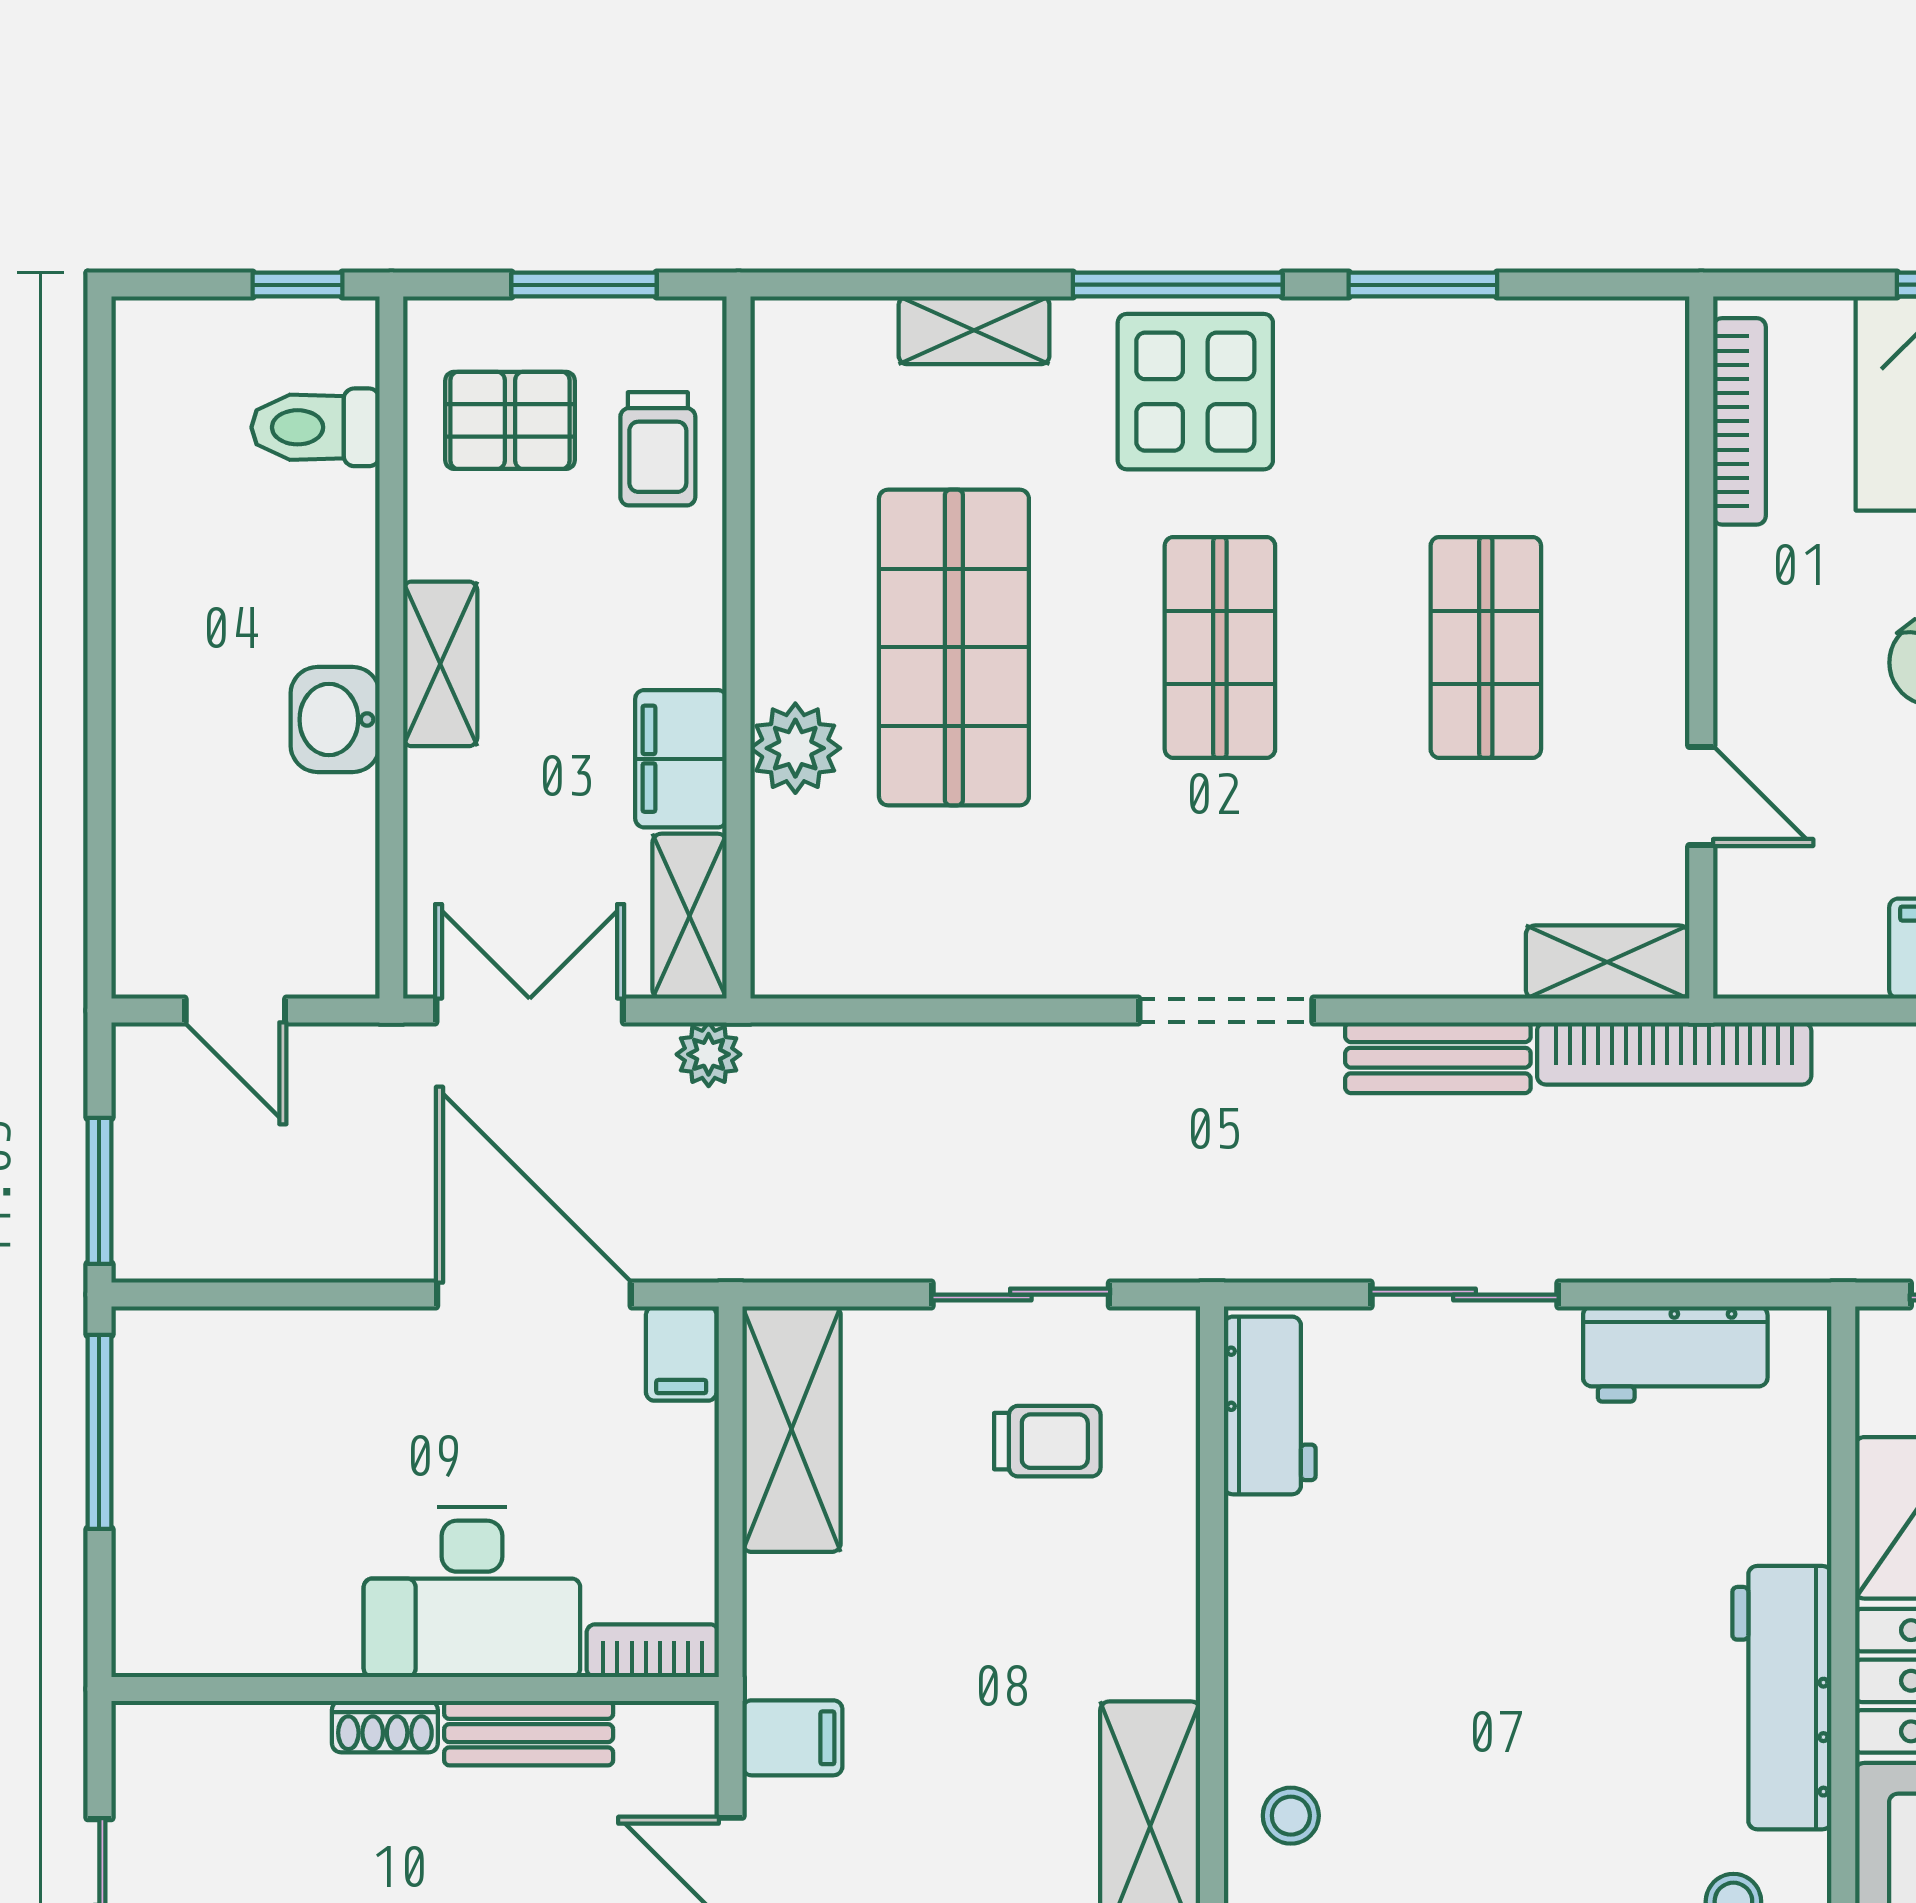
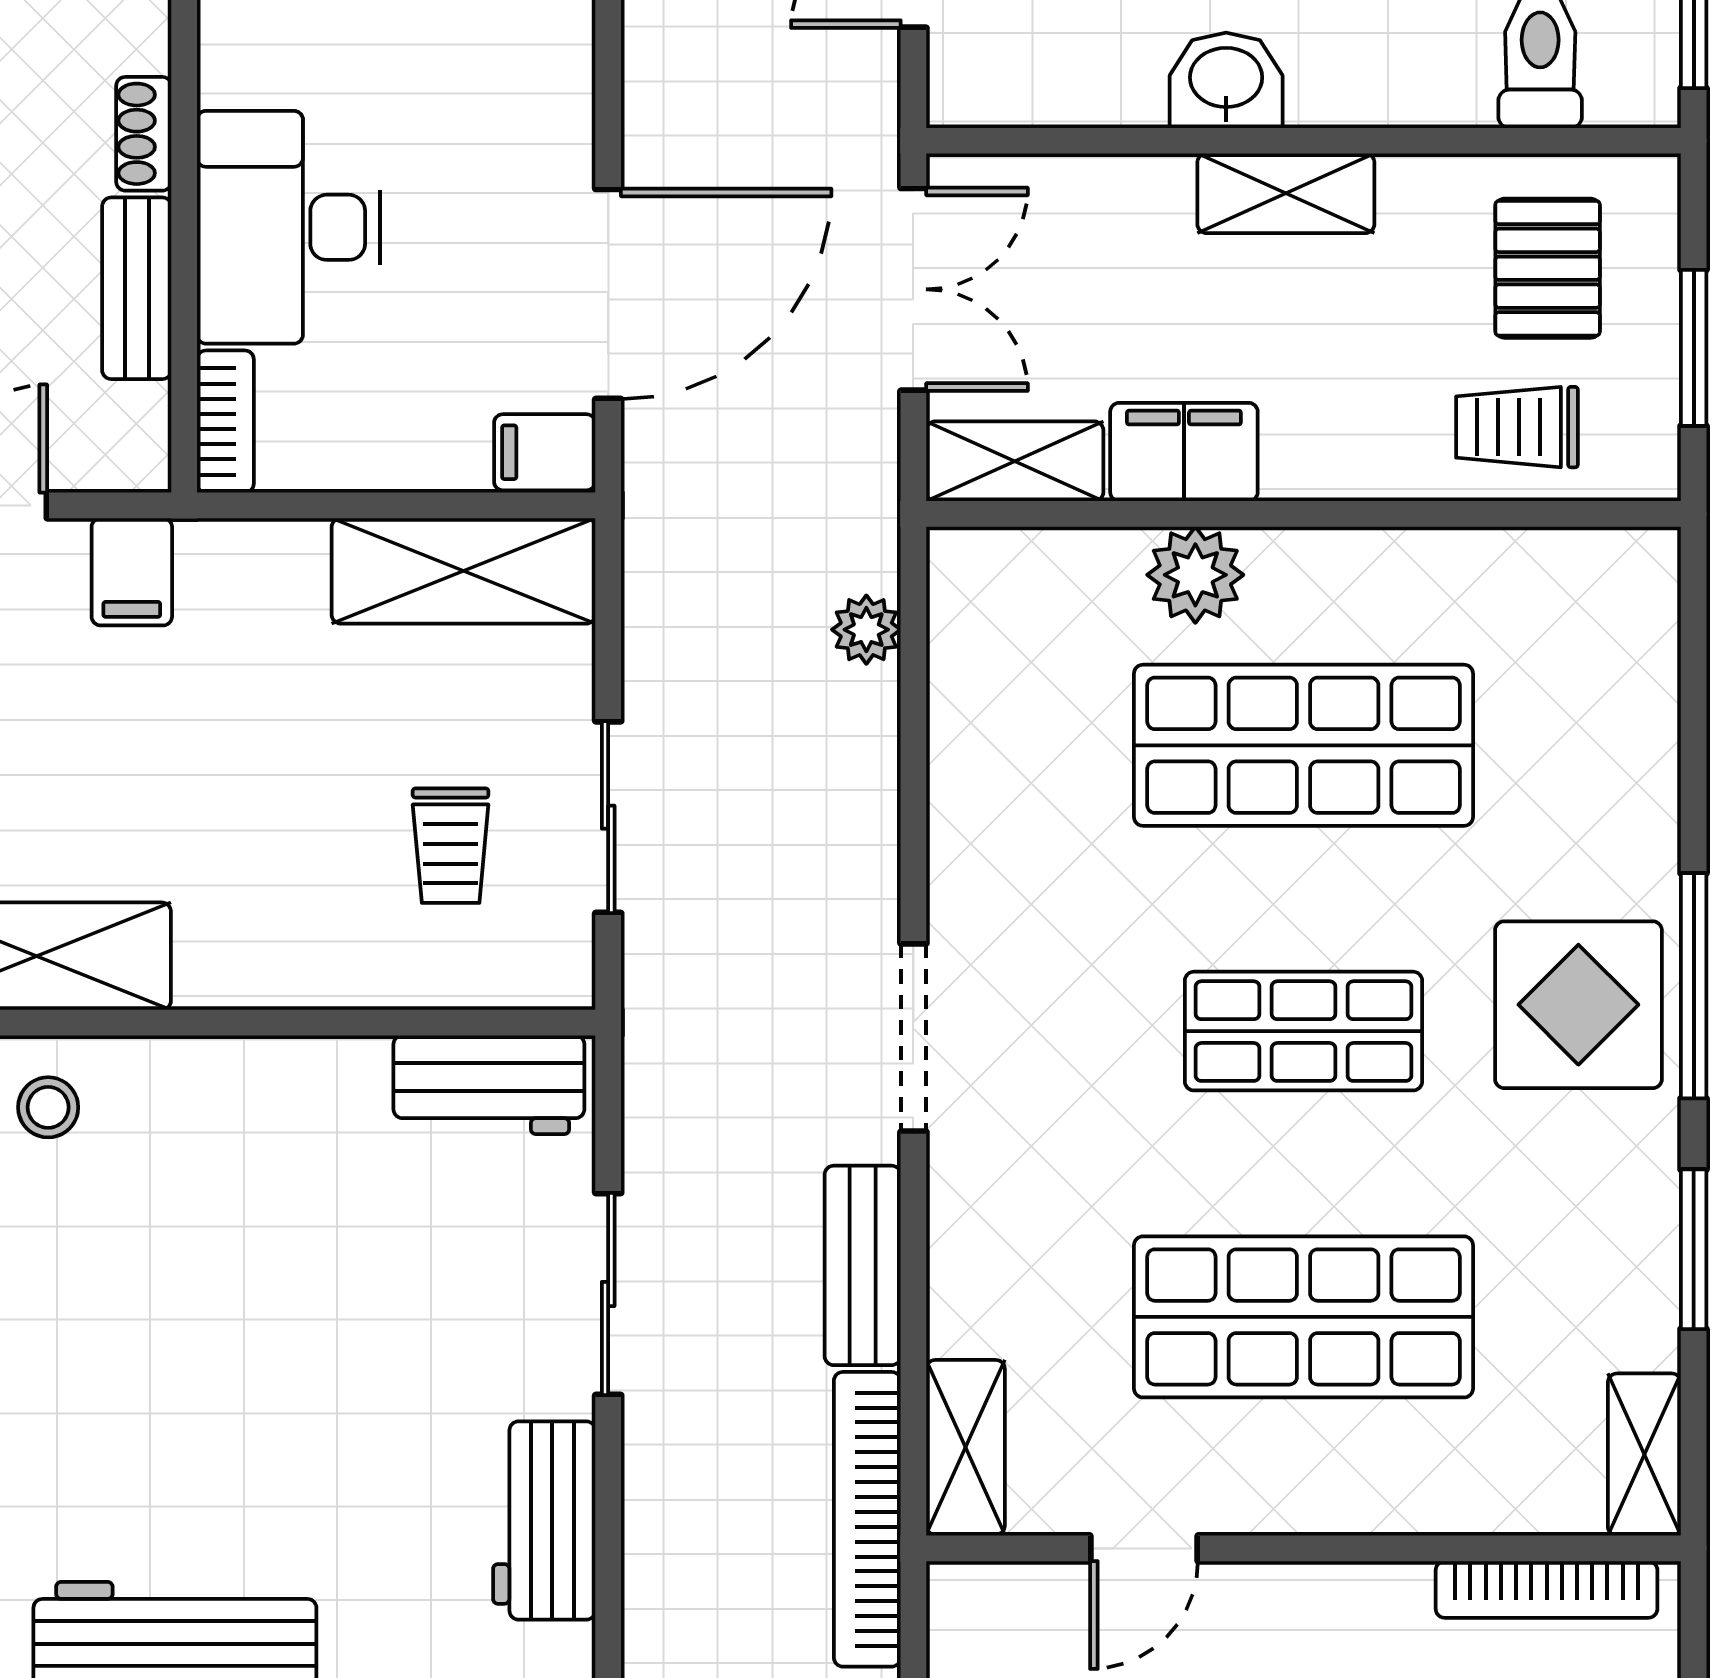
shelving: (974, 330) -> (1644, 1455), moved
shop shelf: (1486, 647) -> (1304, 1317), width x1.43, depth x1.36
plant: (709, 1054) -> (866, 630), moved

